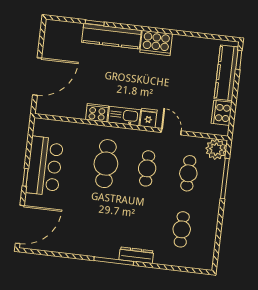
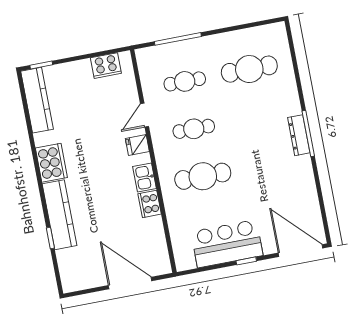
kitchen counter: (226, 73) -> (37, 100), moved, turned -90
kitchen sink: (124, 116) -> (145, 177), width x0.73
plant: (216, 149) -> (148, 59), removed
cafe table: (182, 229) -> (249, 69), width x1.37, depth x1.35
dresser: (136, 255) -> (299, 135), moved

